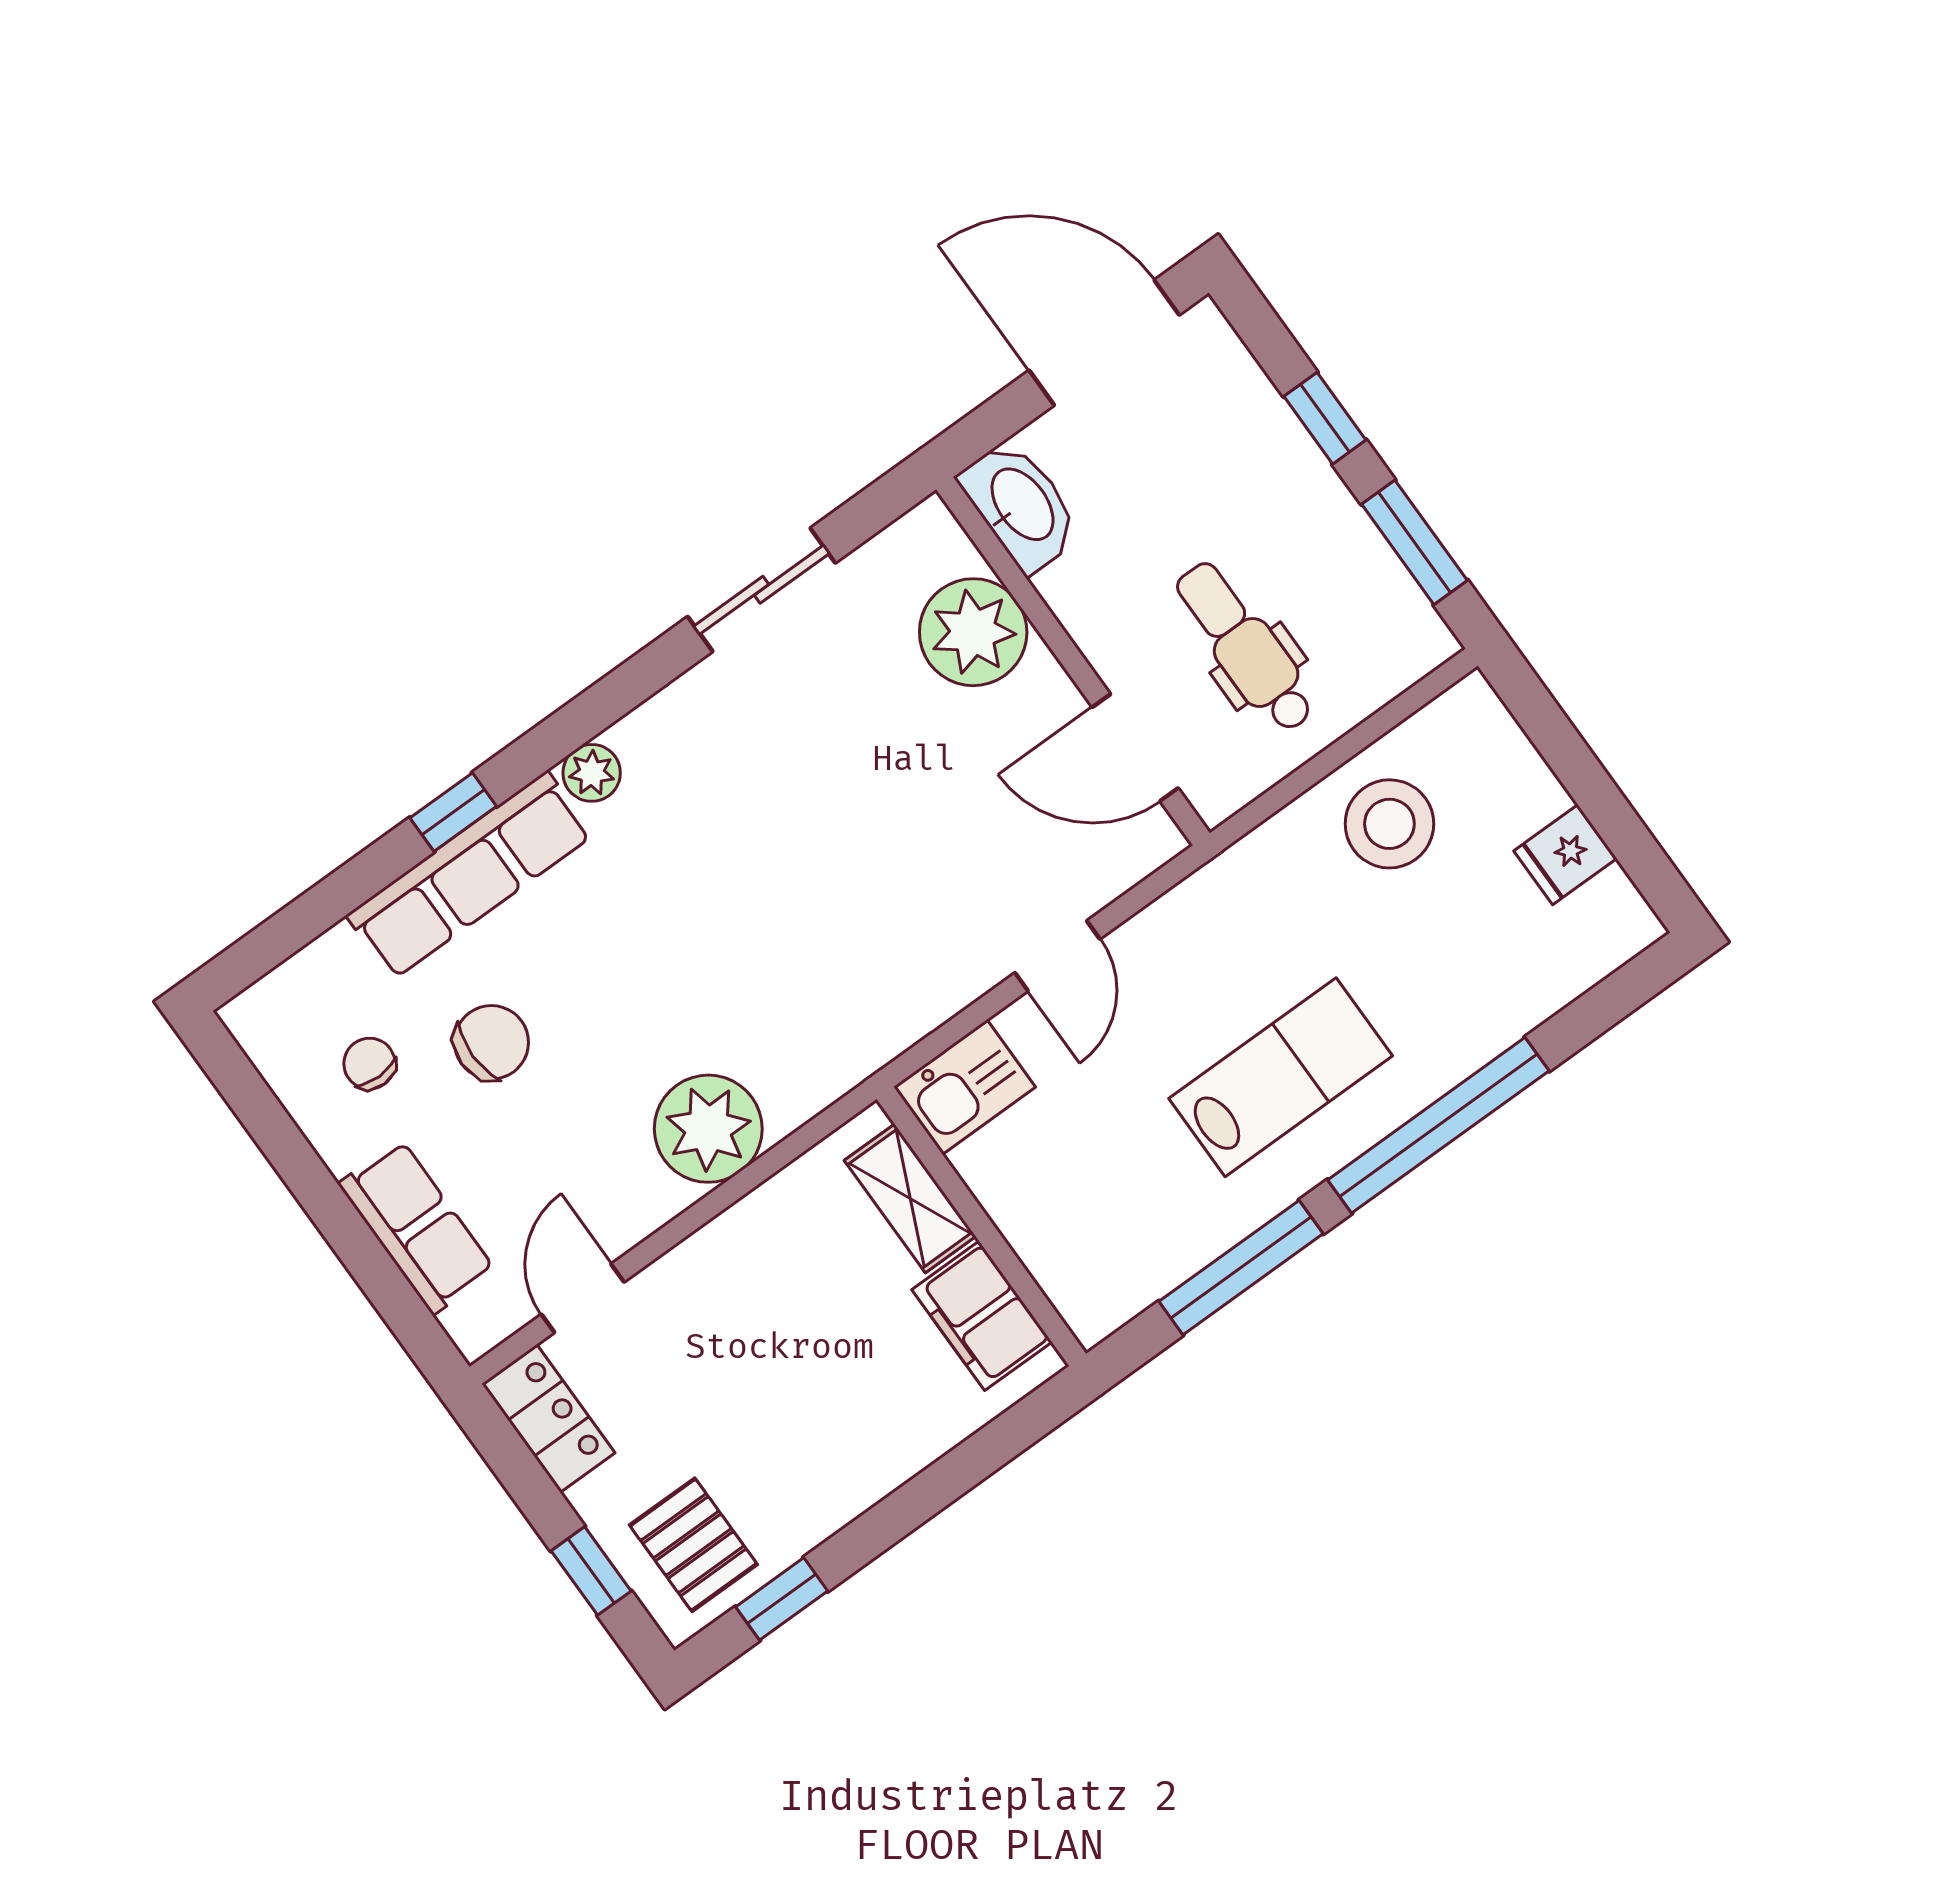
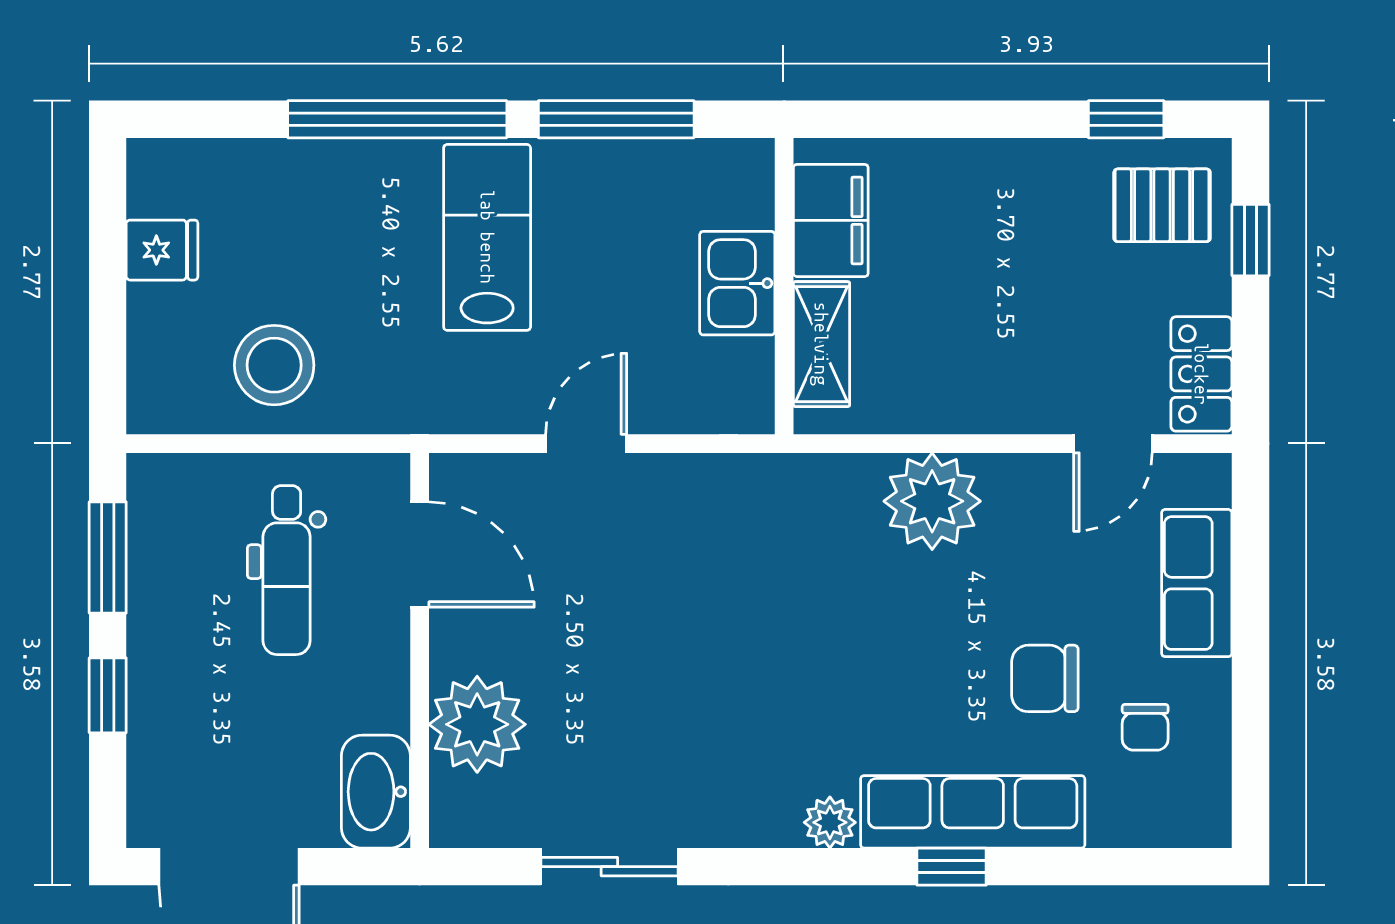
lab bench: (1281, 1077) -> (487, 237), turned 90
kitchen sink: (965, 1087) -> (737, 283), moved, turned -90
pallet: (693, 1545) -> (1162, 205), turned 90

